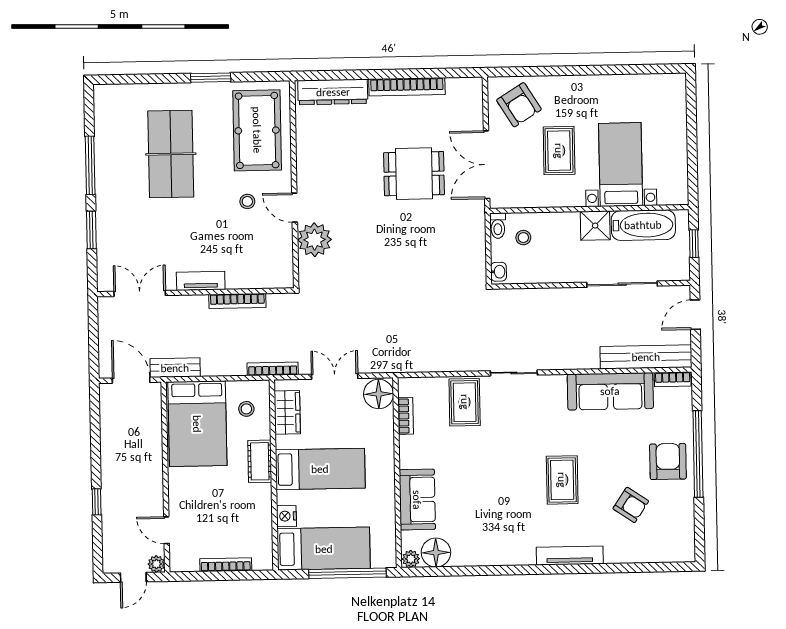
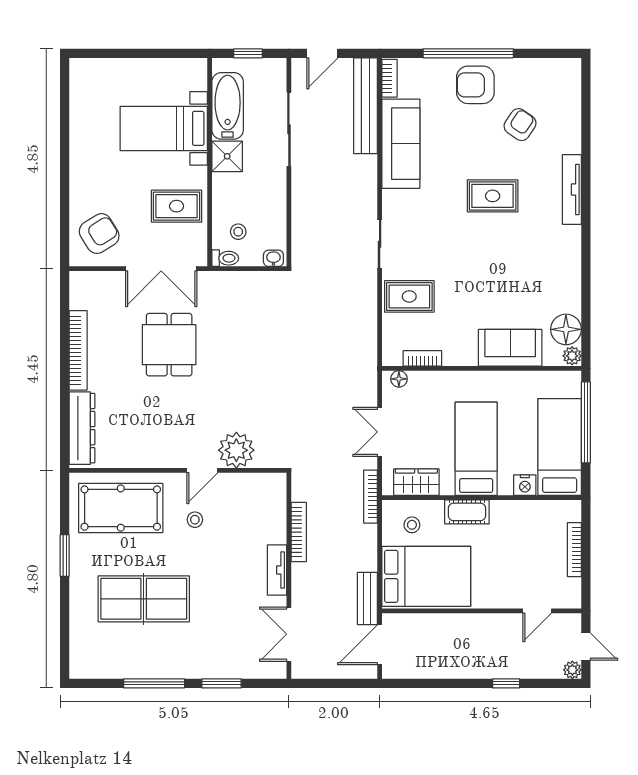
rug: (559, 151) -> (177, 206), moved
door: (695, 315) -> (322, 53), hinge flipped
floor lamp: (379, 394) -> (399, 379), width x0.53, depth x0.53
plant: (156, 564) -> (572, 670), moved

